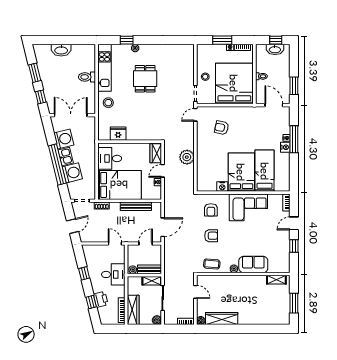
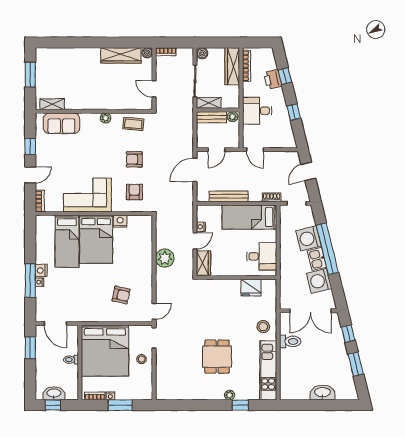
toilet: (87, 77) -> (290, 341), moved
bed: (119, 185) -> (249, 217), width x0.67
sofa: (253, 264) -> (62, 123), moved

